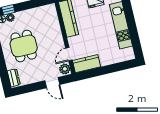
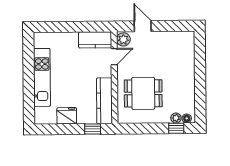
dining table: (24, 46) -> (143, 93), moved, turned 90
dresser: (14, 78) -> (189, 43), removed

